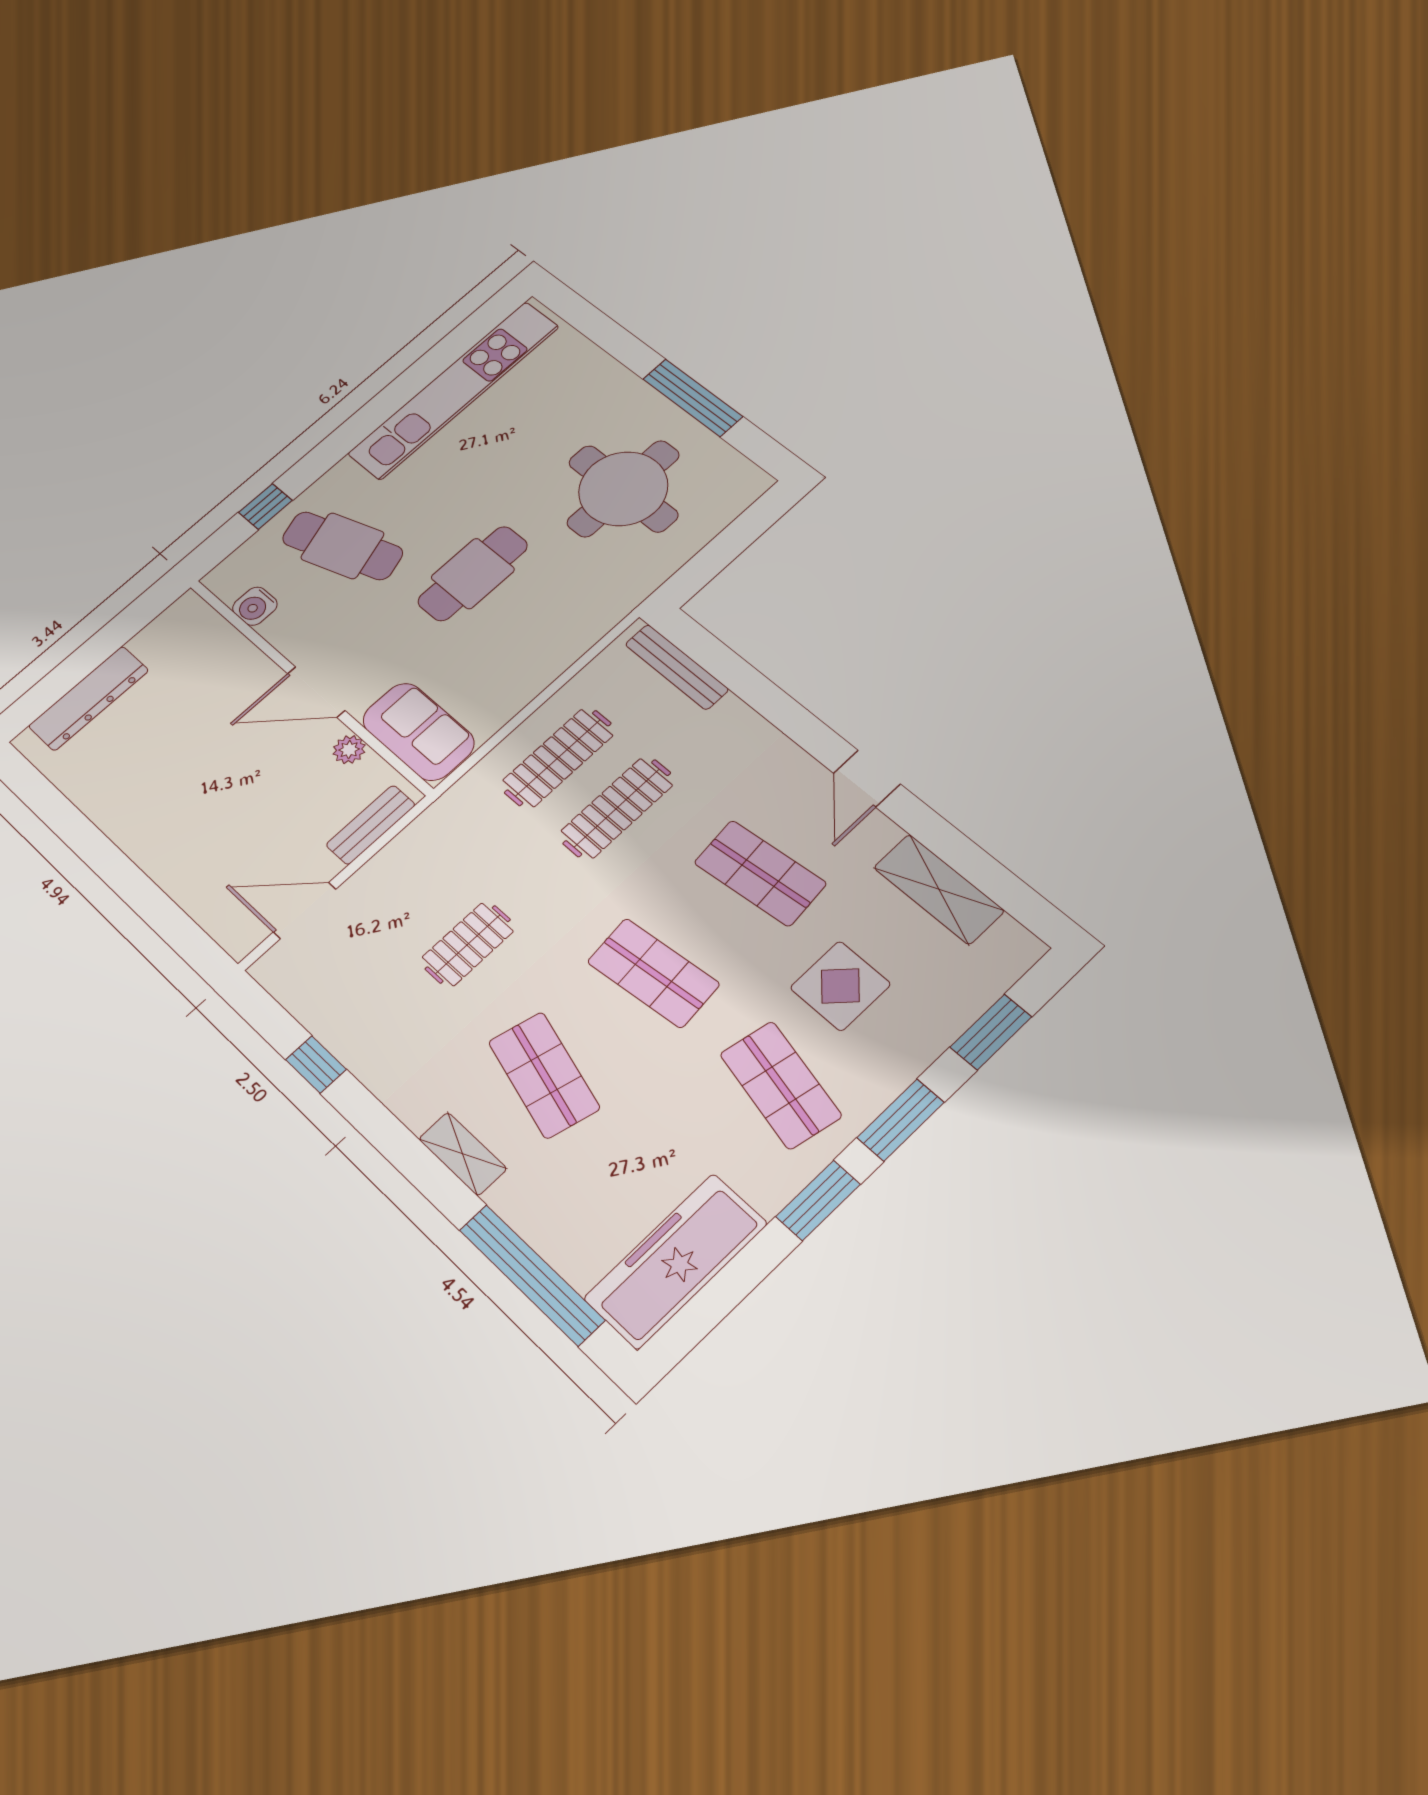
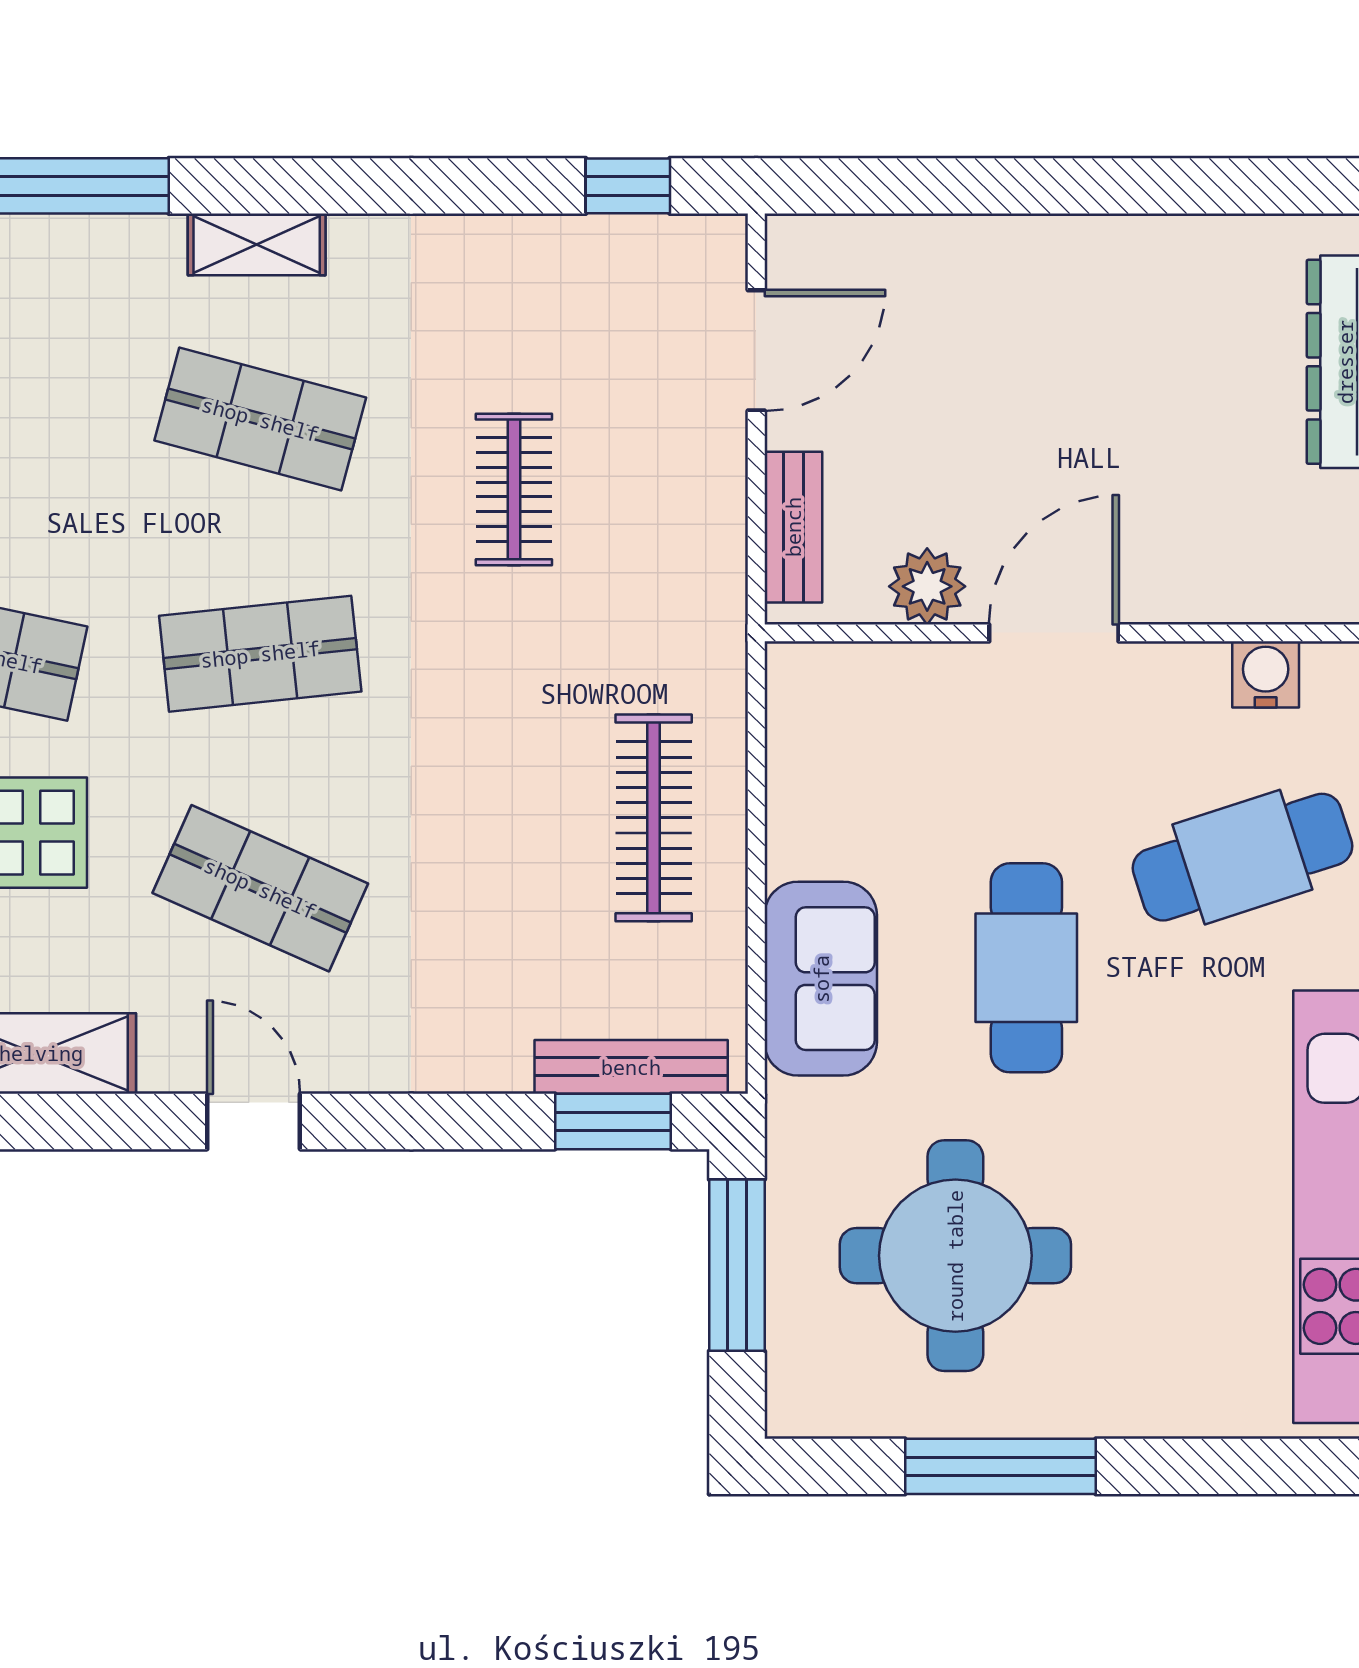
window: (717, 555) -> (737, 1265), added
window: (708, 652) -> (613, 1121), added
sofa: (418, 732) -> (821, 979), moved, turned -90
plant: (349, 750) -> (927, 586), width x1.38, depth x1.38
clothes rail: (617, 808) -> (514, 818), removed
shop shelf: (760, 873) -> (260, 888), turned 30
window: (316, 1065) -> (628, 186), moved

